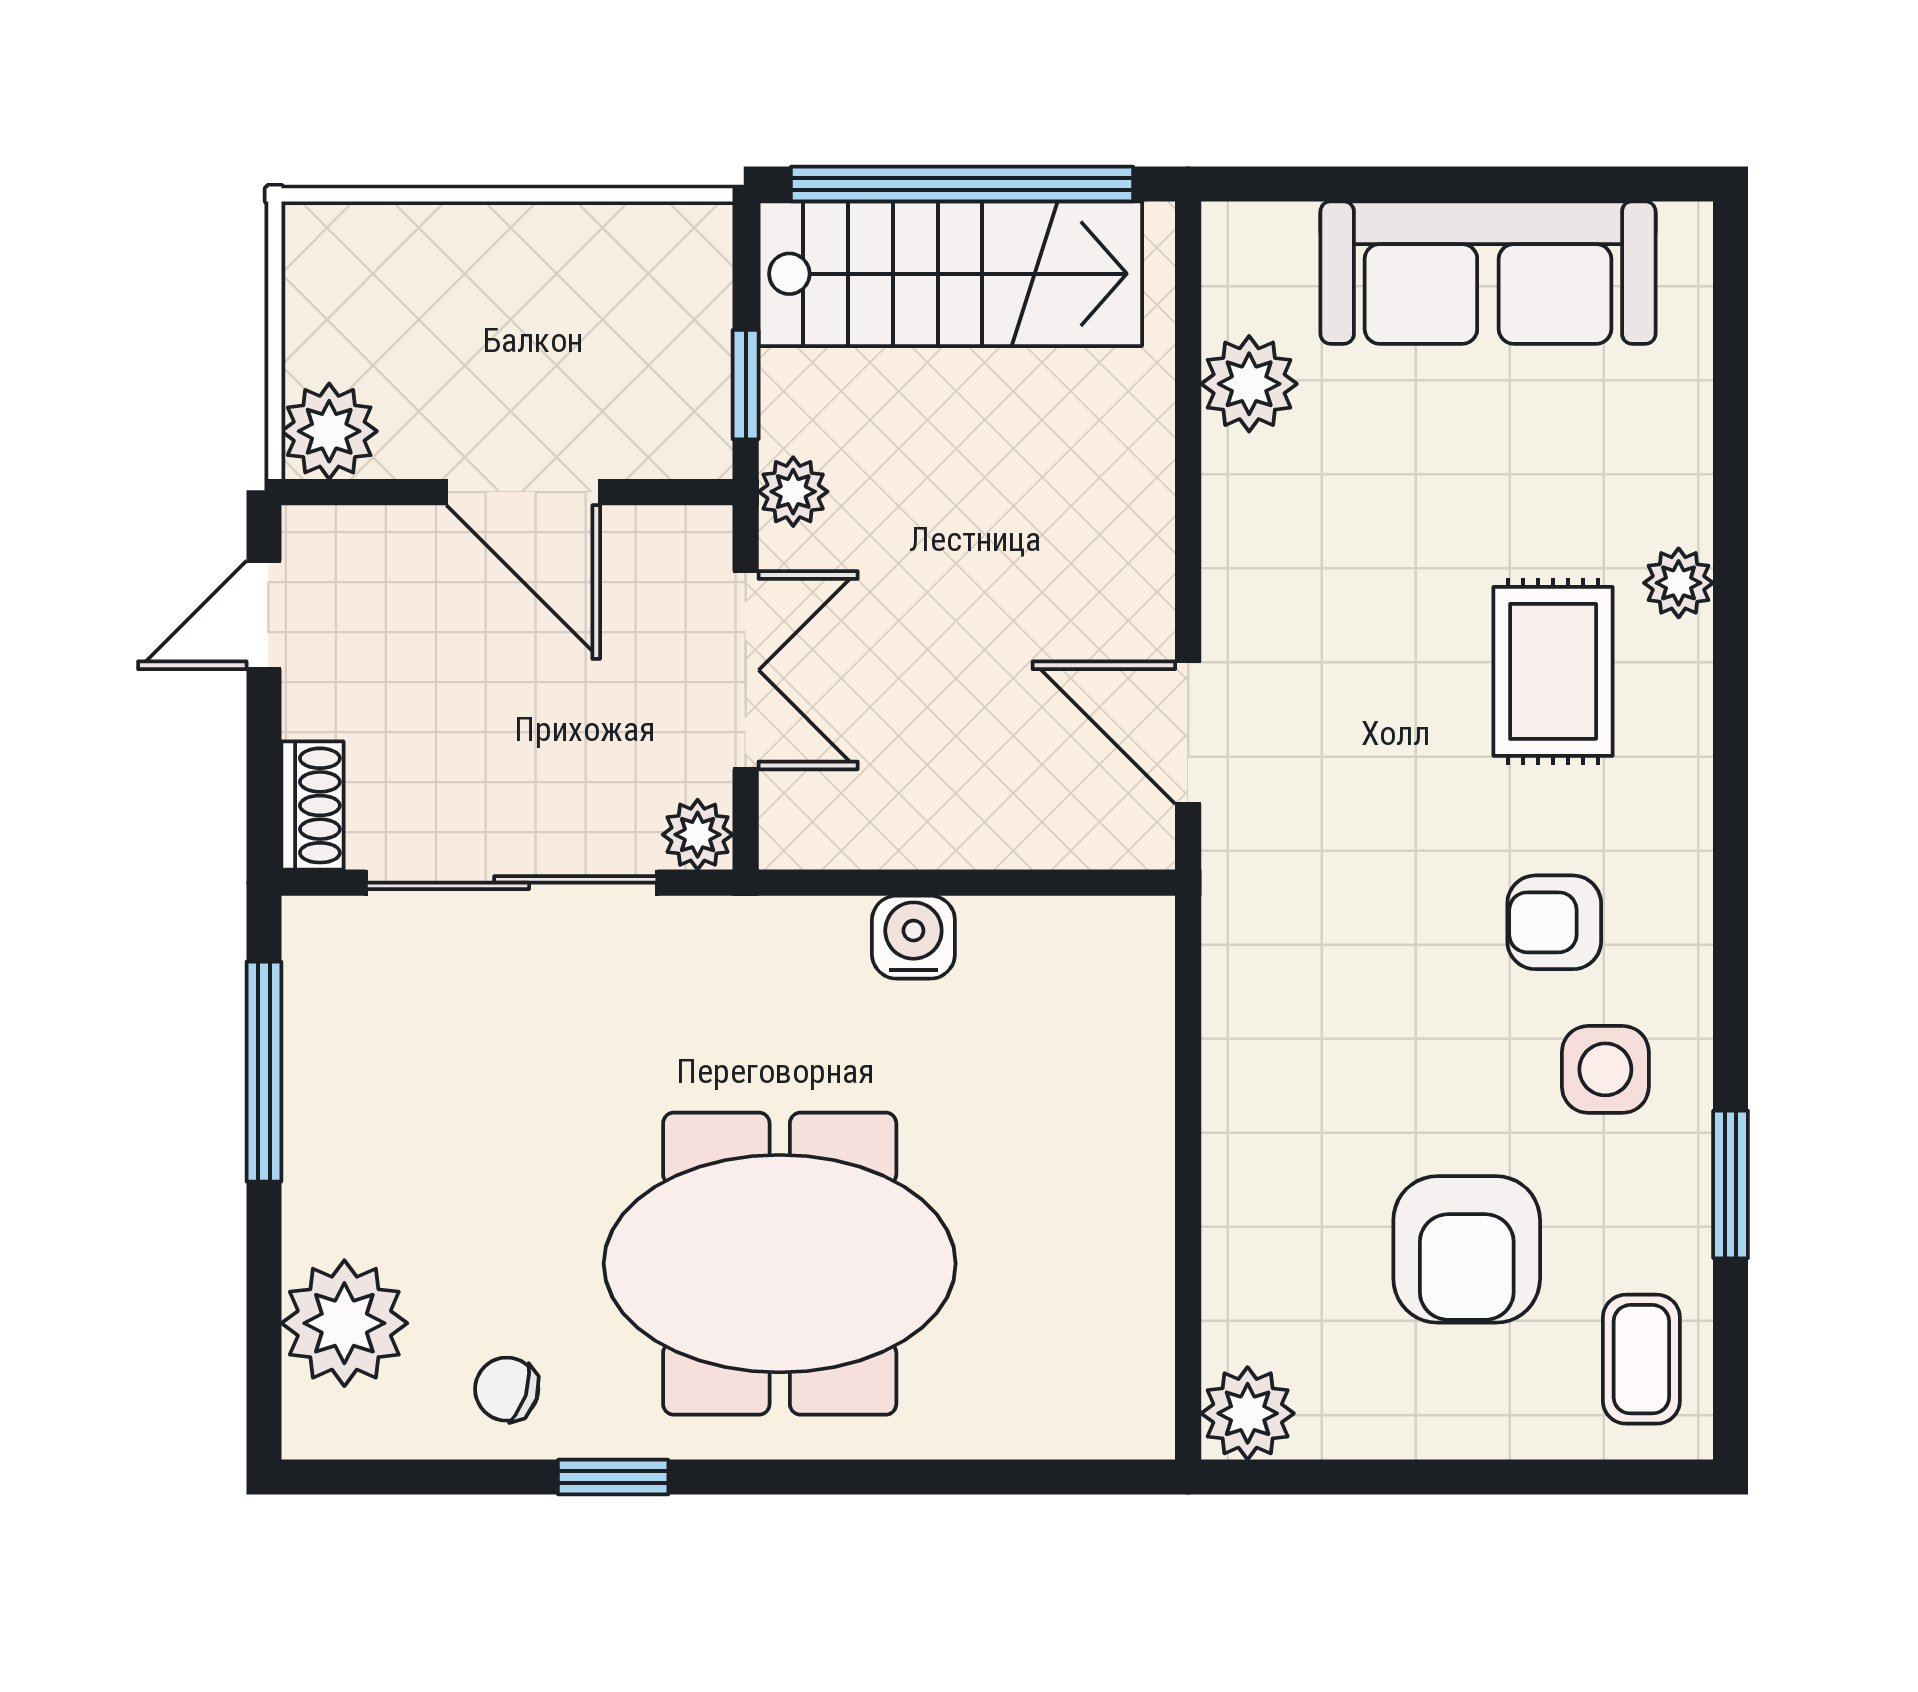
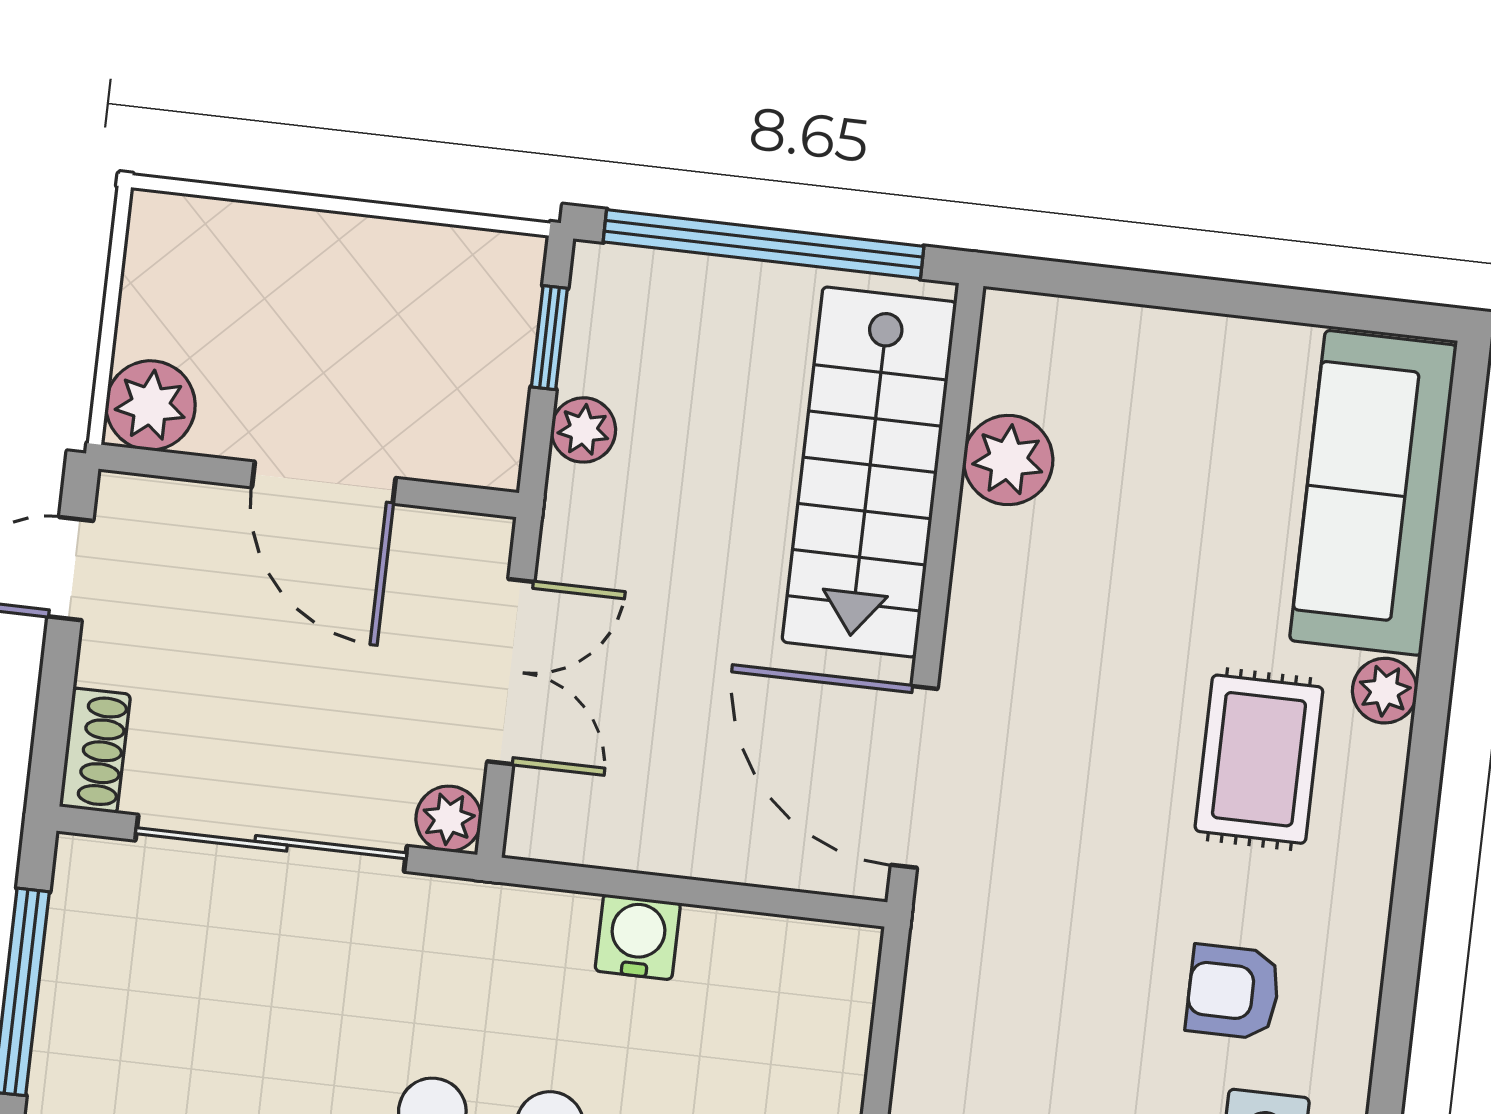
sofa: (1488, 273) -> (1373, 493), moved, turned 90
stairs: (950, 274) -> (869, 472), moved, turned 90
window: (746, 385) -> (549, 338), moved
plant: (793, 492) -> (583, 430), moved
door: (1188, 733) -> (914, 777), width x1.36

